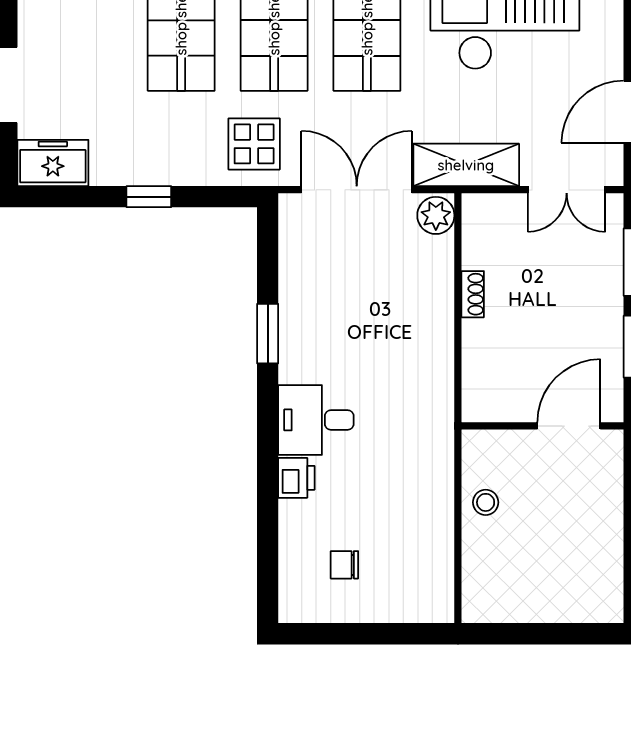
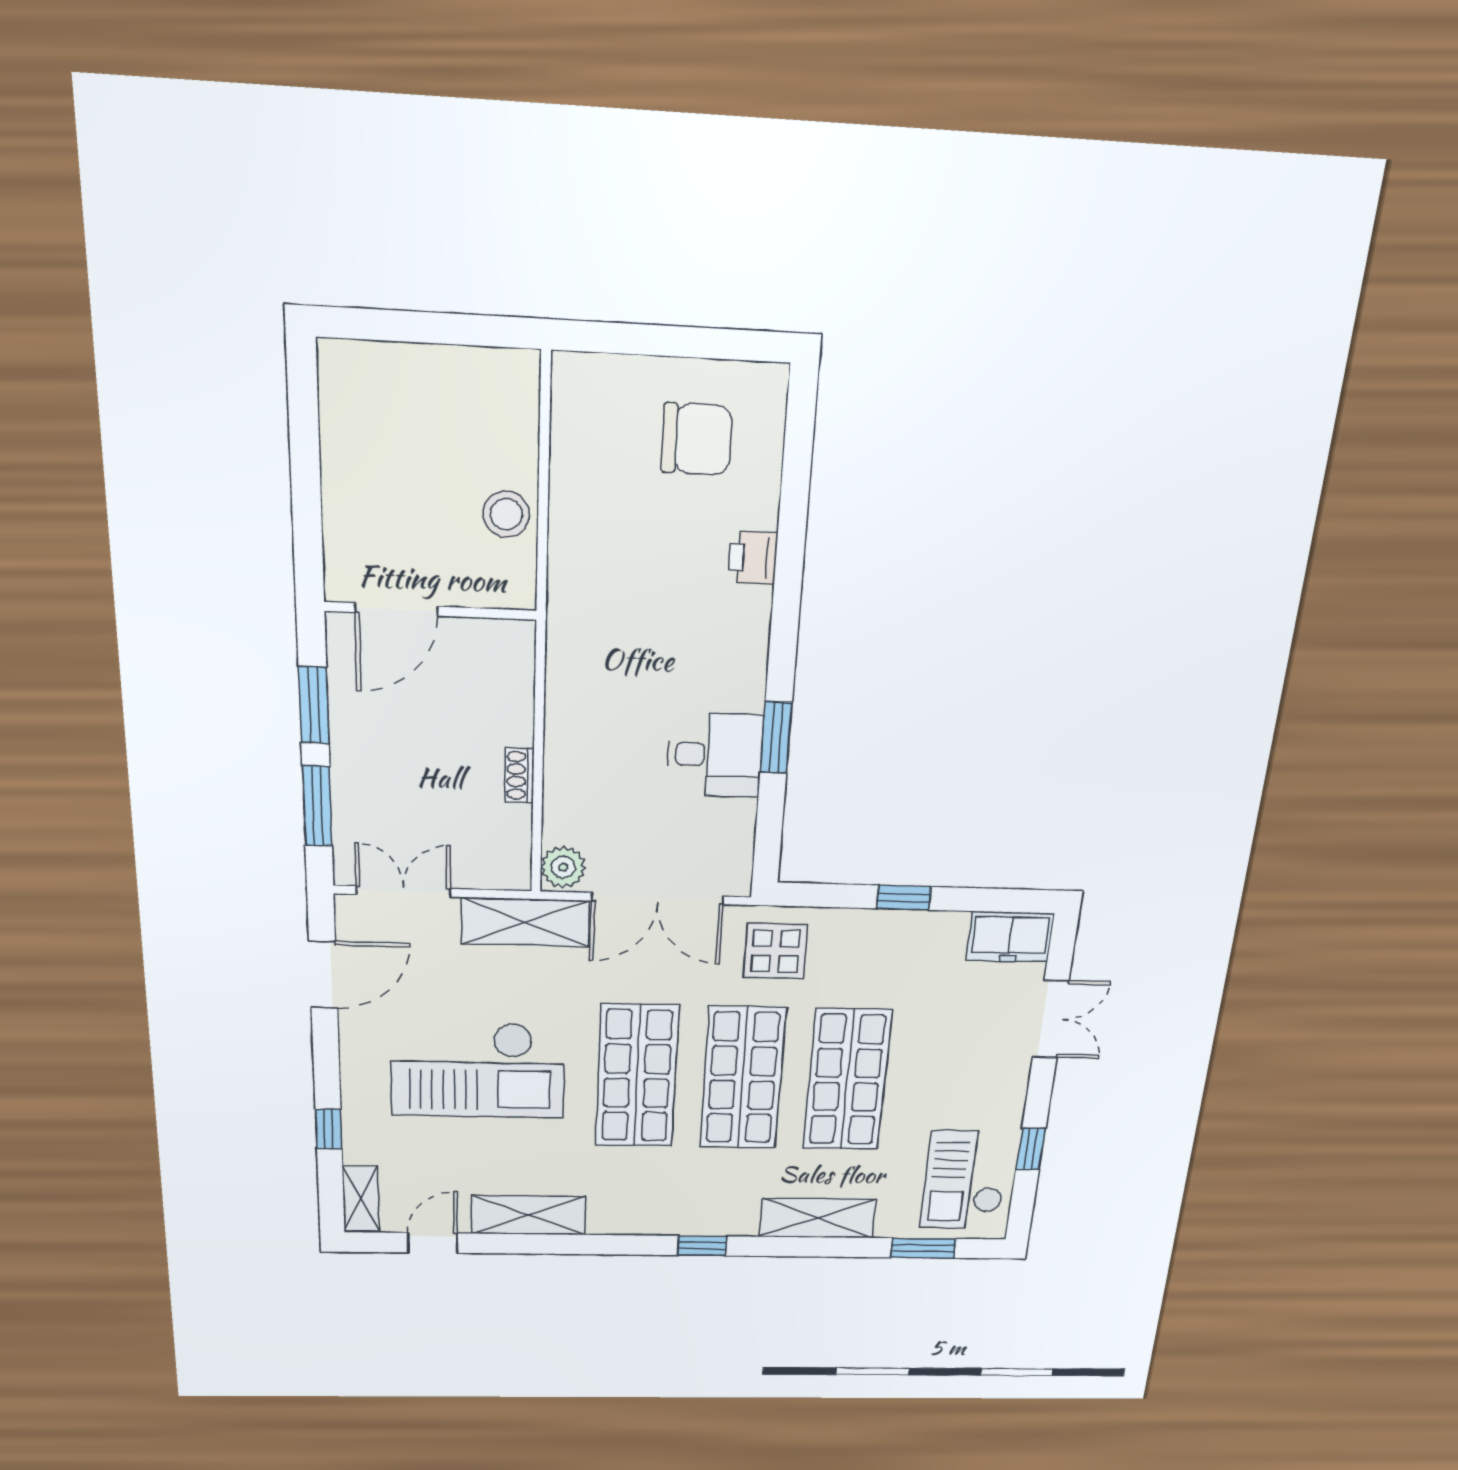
desk: (316, 420) -> (715, 755), moved
stool: (486, 502) -> (506, 514), width x1.37, depth x1.37
chair: (344, 565) -> (697, 439), width x1.87, depth x1.87

